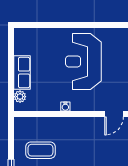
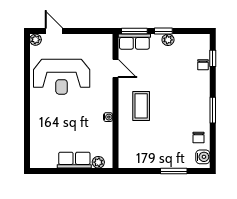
reception desk: (83, 61) -> (62, 77), moved
coffee table: (40, 150) -> (141, 106), moved

